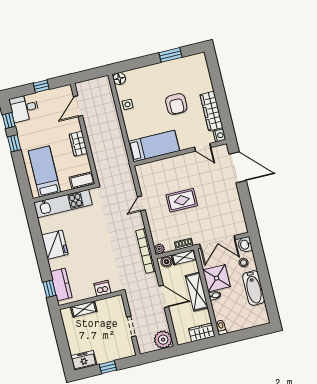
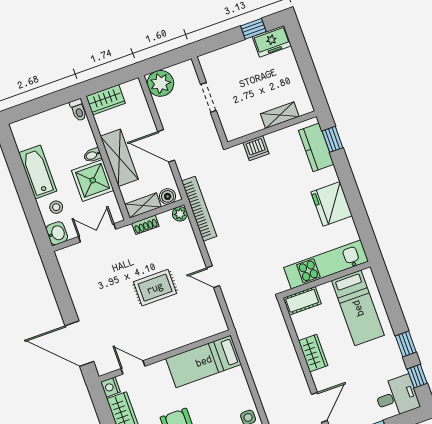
door: (141, 203) -> (213, 277), swing flipped
double door: (217, 242) -> (97, 233), width x0.73
window: (108, 367) -> (253, 29), moved

